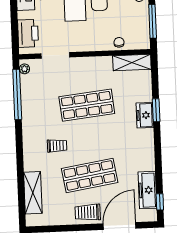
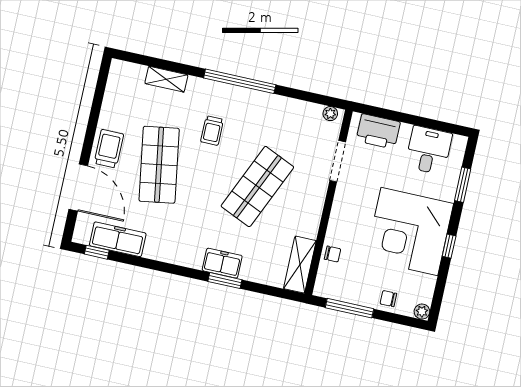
window: (17, 94) -> (240, 81), moved
shop shelf: (87, 105) -> (257, 187), turned 30
shelving: (33, 193) -> (166, 79), width x0.67, depth x0.75

